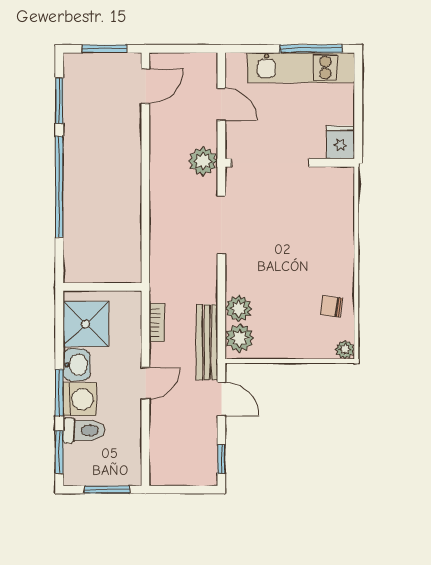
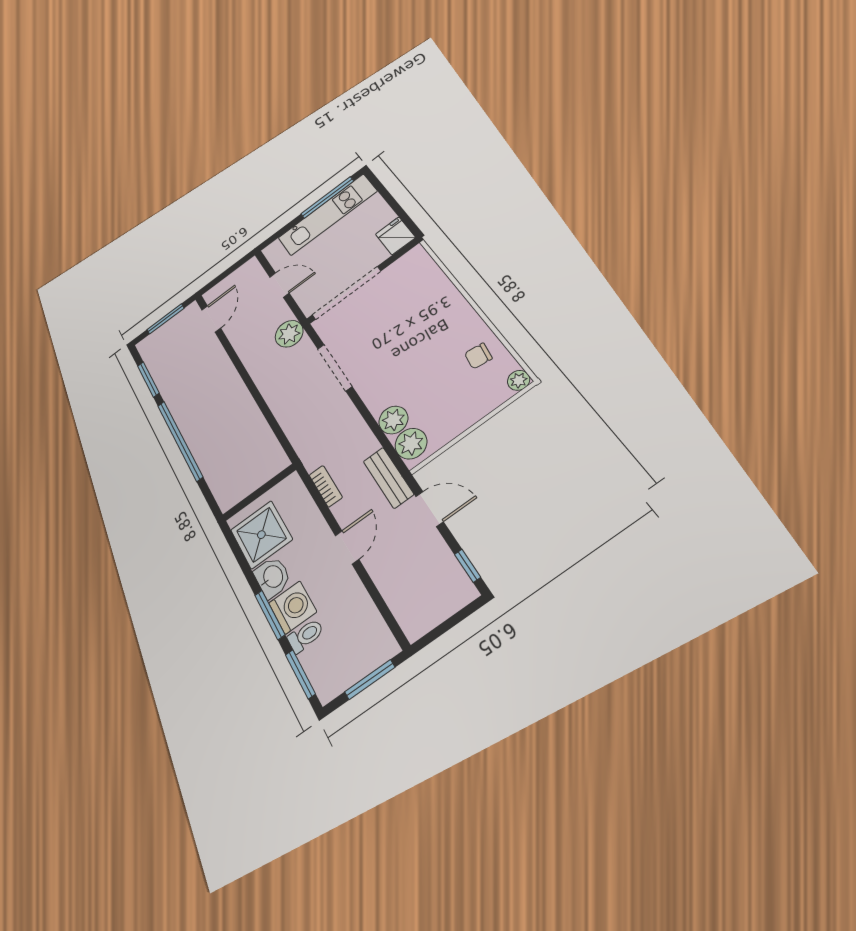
bench: (207, 342) -> (388, 478), width x0.73
toilet: (84, 430) -> (306, 636), width x0.73, depth x0.72

